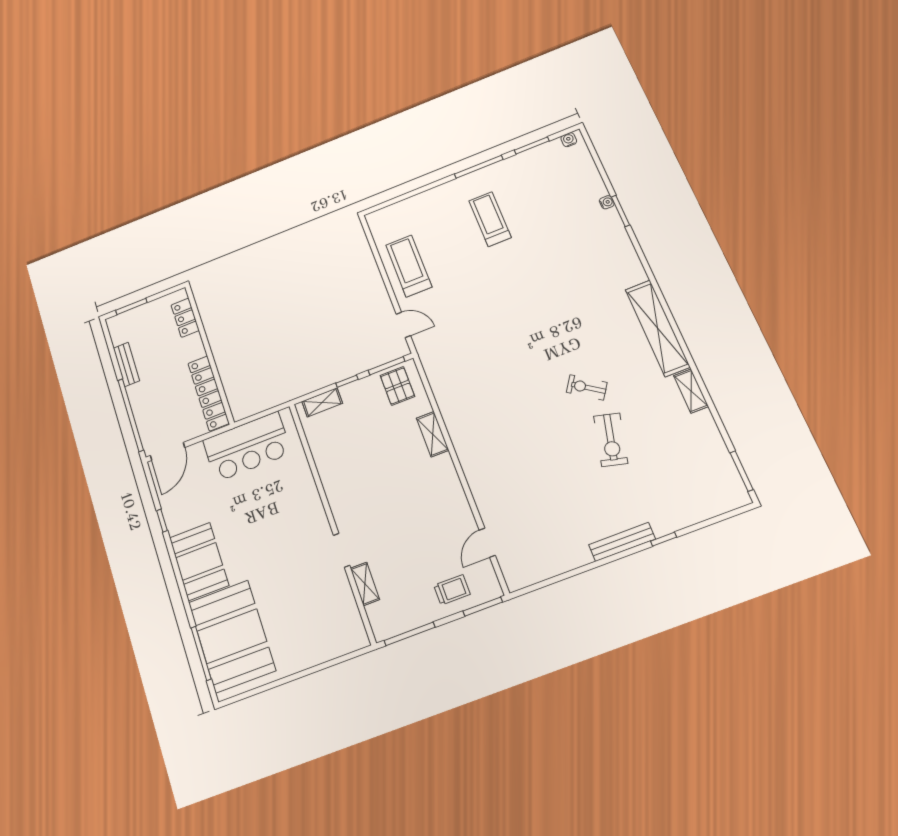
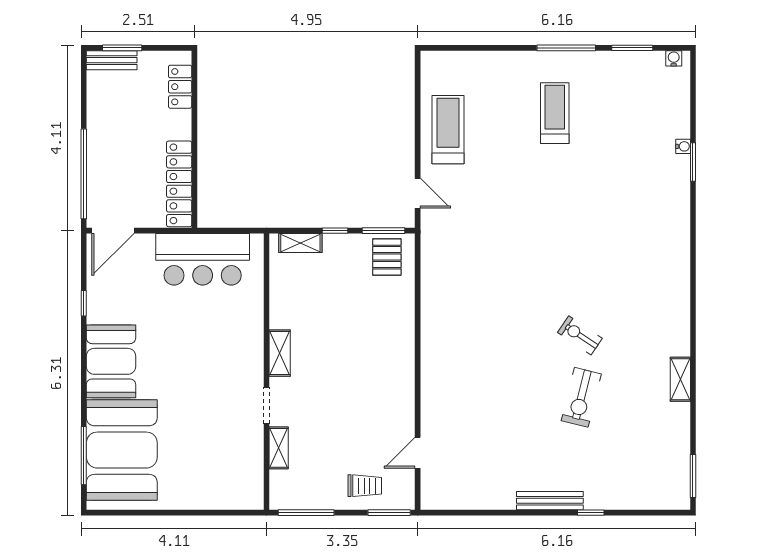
shelving: (657, 328) -> (676, 302), removed
bench: (126, 364) -> (112, 60), moved, turned 90
shelving: (433, 434) -> (280, 353), moved

